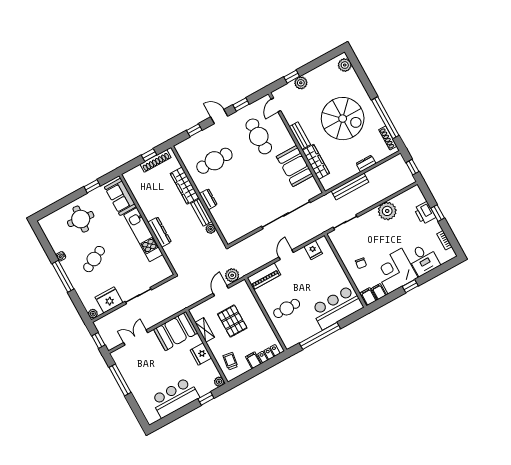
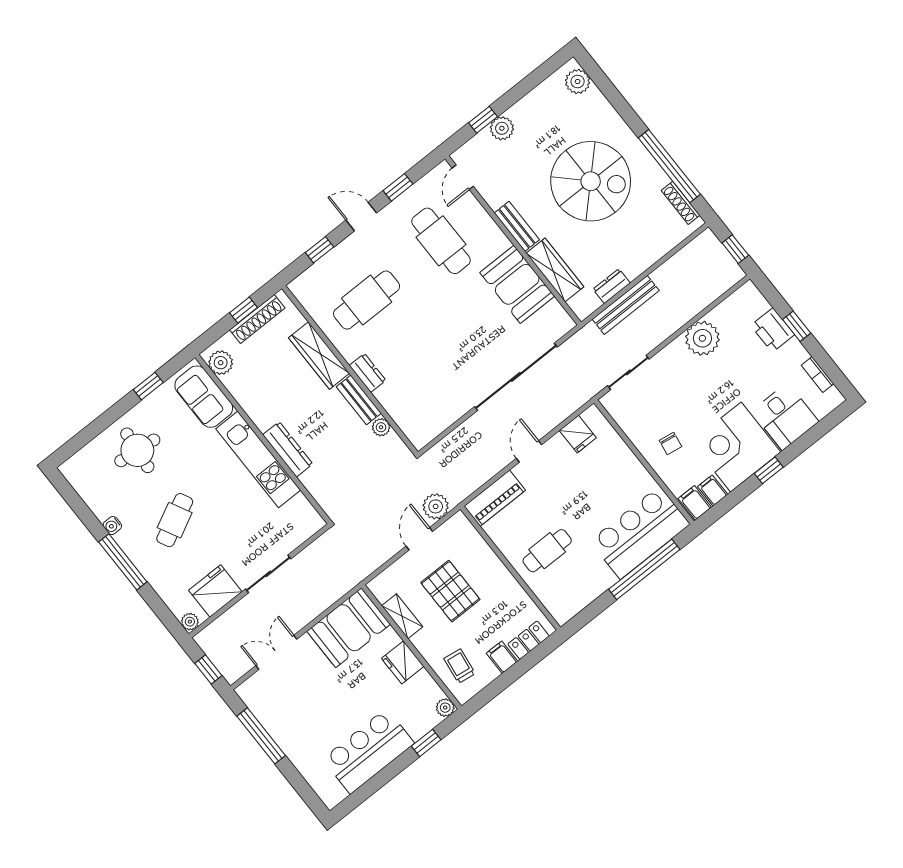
dresser: (366, 163) -> (612, 286), moved
plant: (132, 181) -> (221, 363), added
window: (320, 336) -> (644, 569), moved

